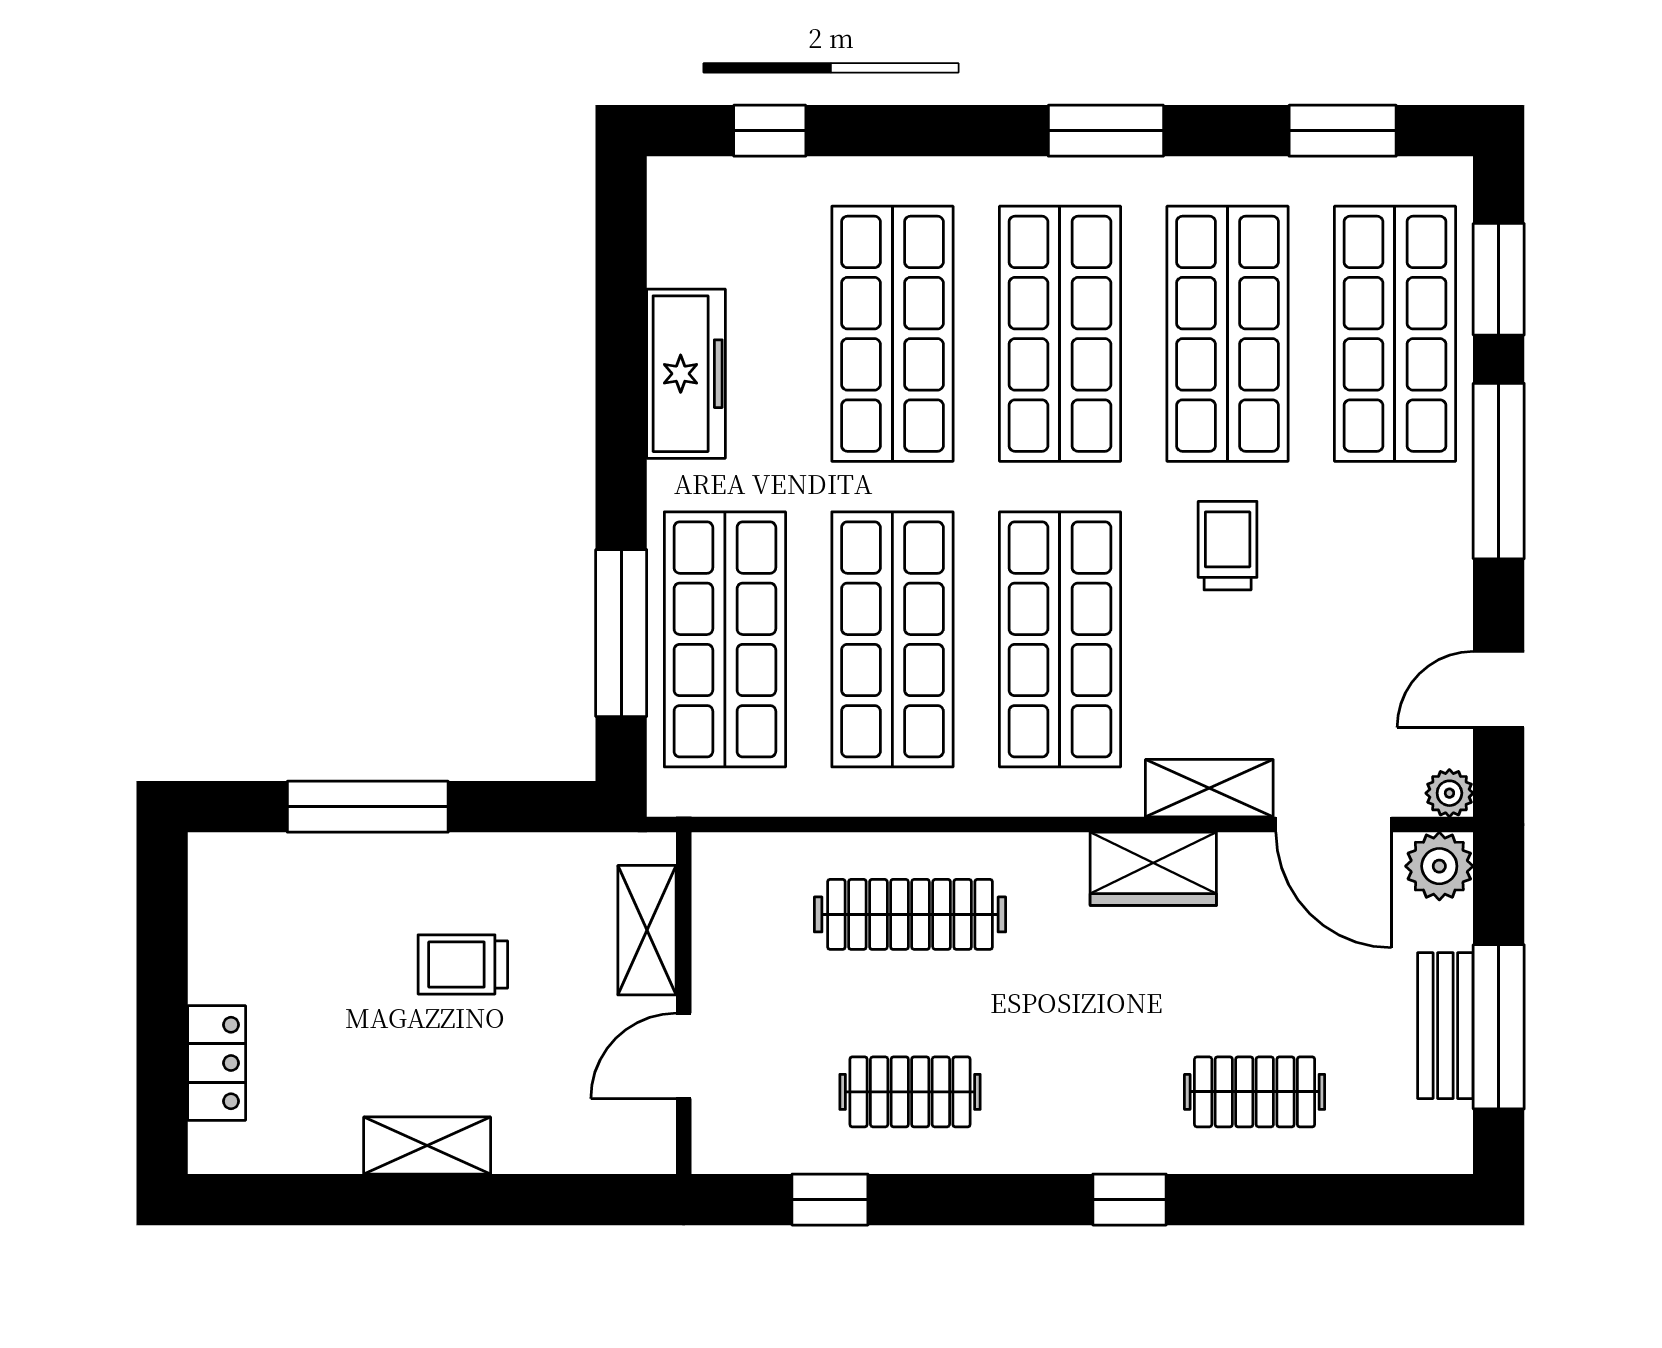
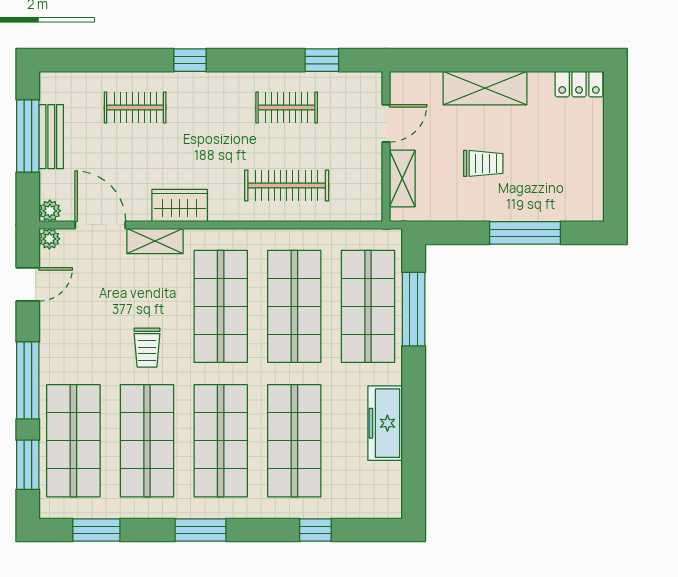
window: (770, 131) -> (315, 530), moved
plant: (1439, 866) -> (50, 211), width x0.73, depth x0.73
locker: (217, 1063) -> (579, 84), moved, turned -90
shelving: (427, 1146) -> (485, 88), width x1.50, depth x1.33

